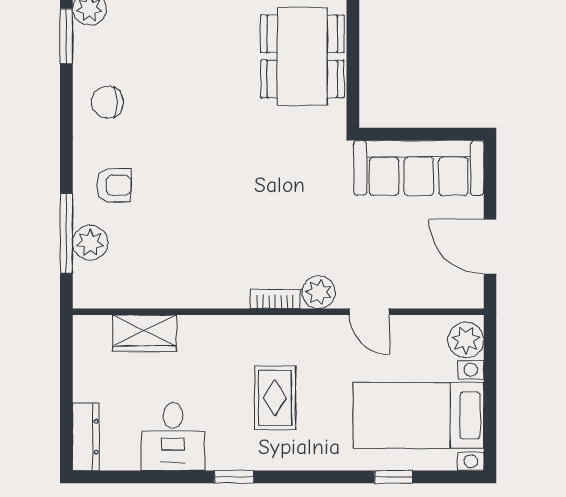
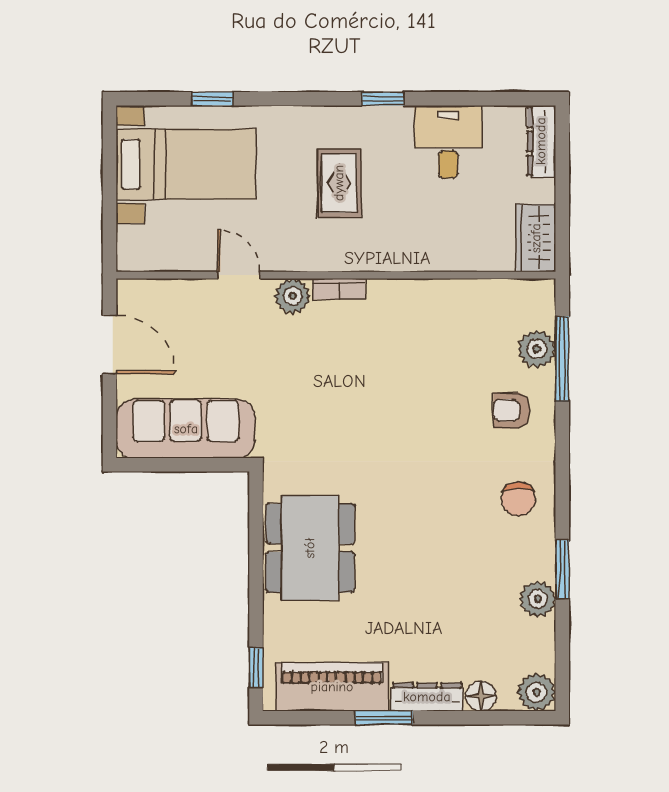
chair: (107, 102) -> (518, 499), turned 90
wardrobe: (144, 333) -> (536, 238), moved, turned -90
plant: (466, 340) -> (135, 245), removed

